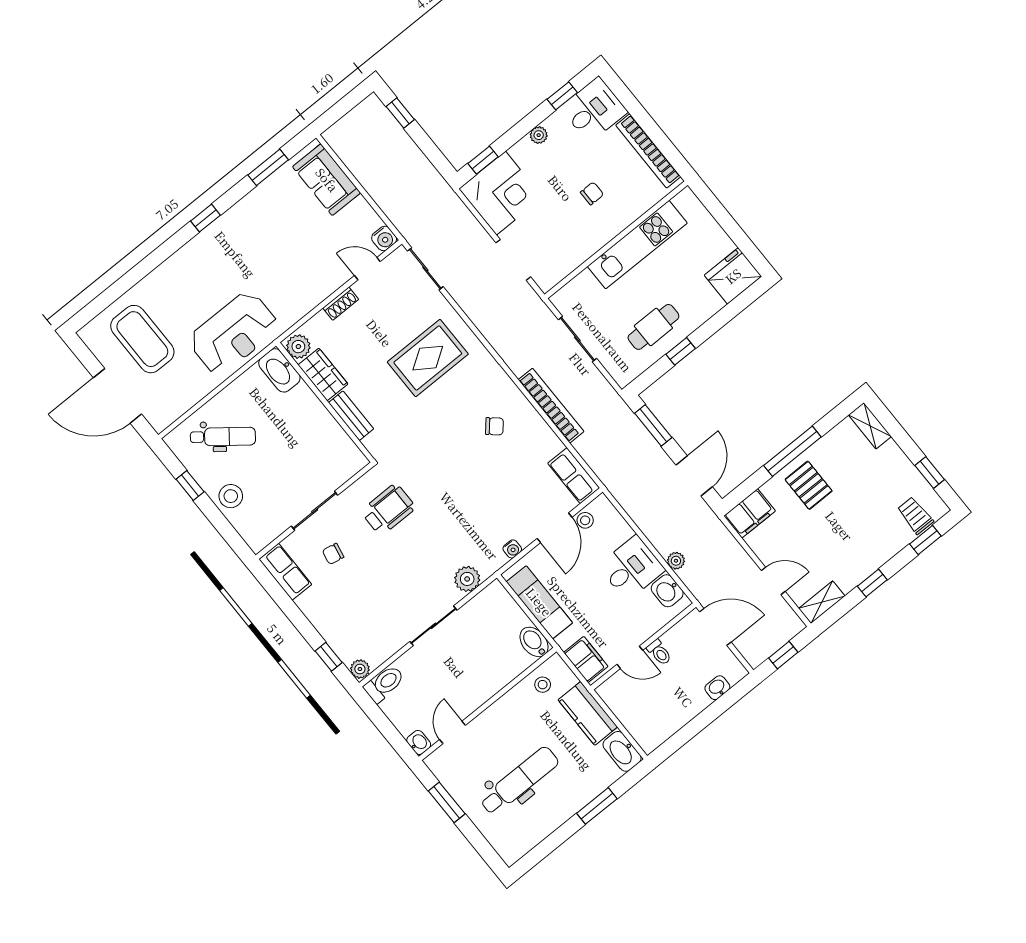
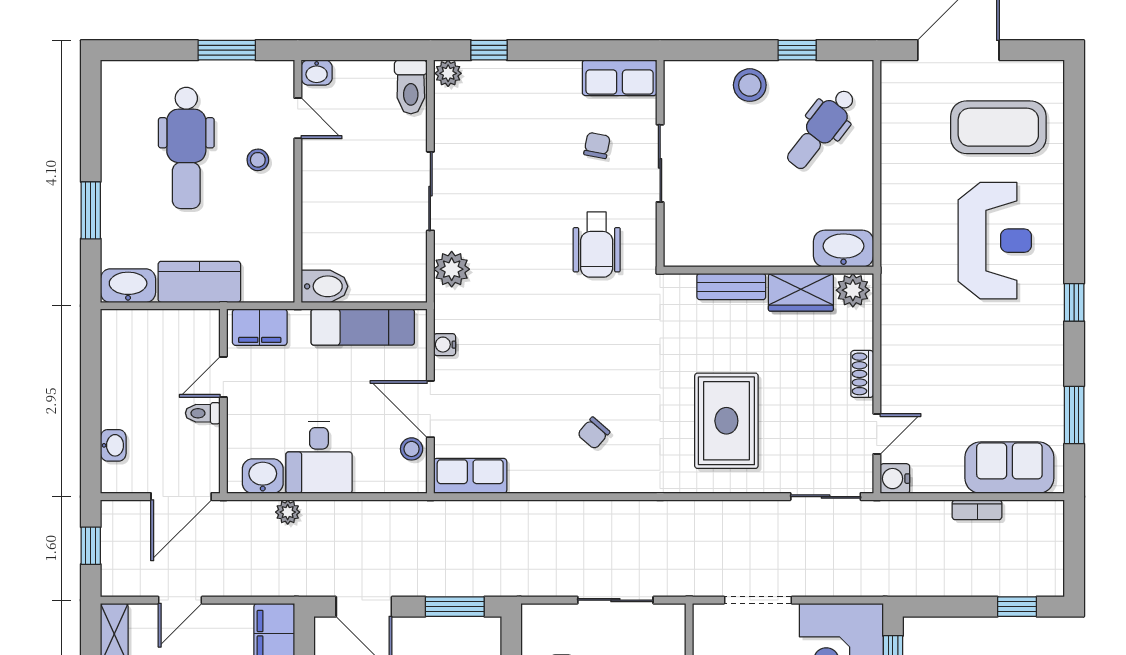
reception desk: (234, 333) -> (995, 241), moved, turned 180
bookcase: (551, 406) -> (977, 510), moved, width x0.43, depth x0.76
stool: (543, 685) -> (258, 160), moved

